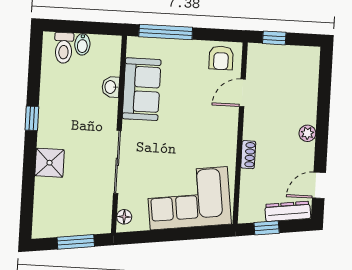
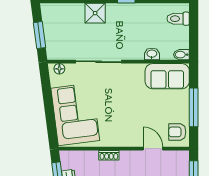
window: (166, 32) -> (194, 107), moved
bidet: (82, 44) -> (181, 55), moved
sofa: (142, 89) -> (167, 76), moved

